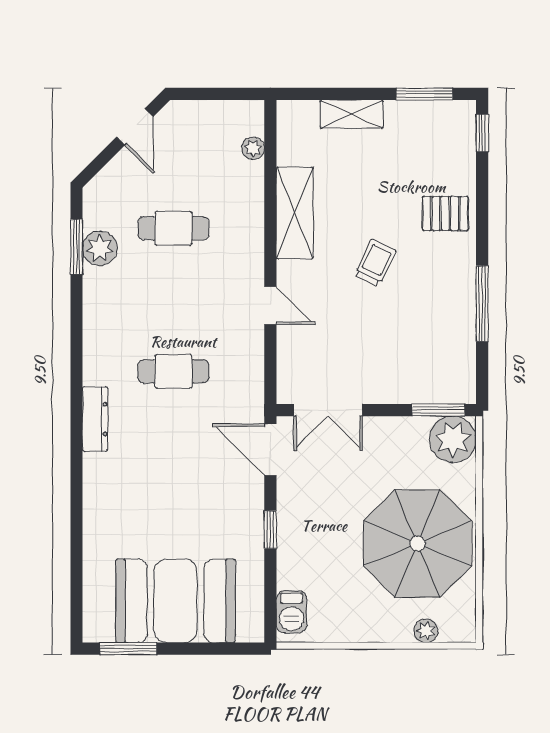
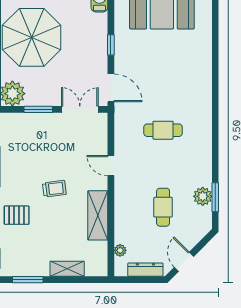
cafe table: (173, 228) -> (163, 207), turned 90
trolley: (375, 263) -> (54, 189), turned -123
window: (439, 410) -> (38, 109), moved
dresser: (95, 419) -> (145, 270), moved, turned 90

